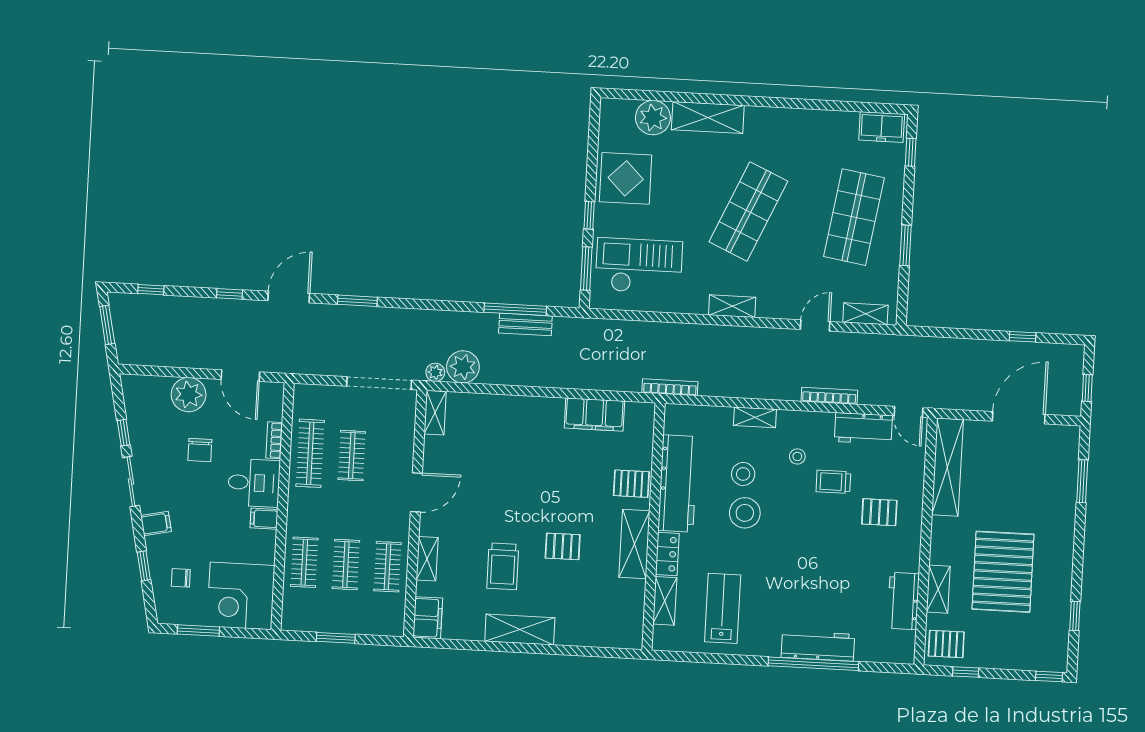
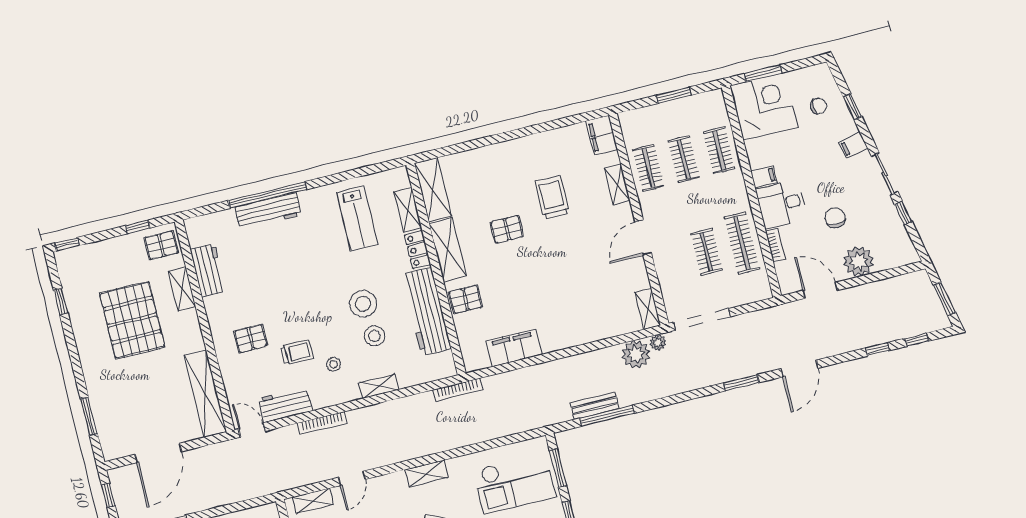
window: (229, 294) -> (877, 349), moved
window: (198, 630) -> (763, 73), moved
shelving: (520, 630) -> (433, 190), moved, turned 90

